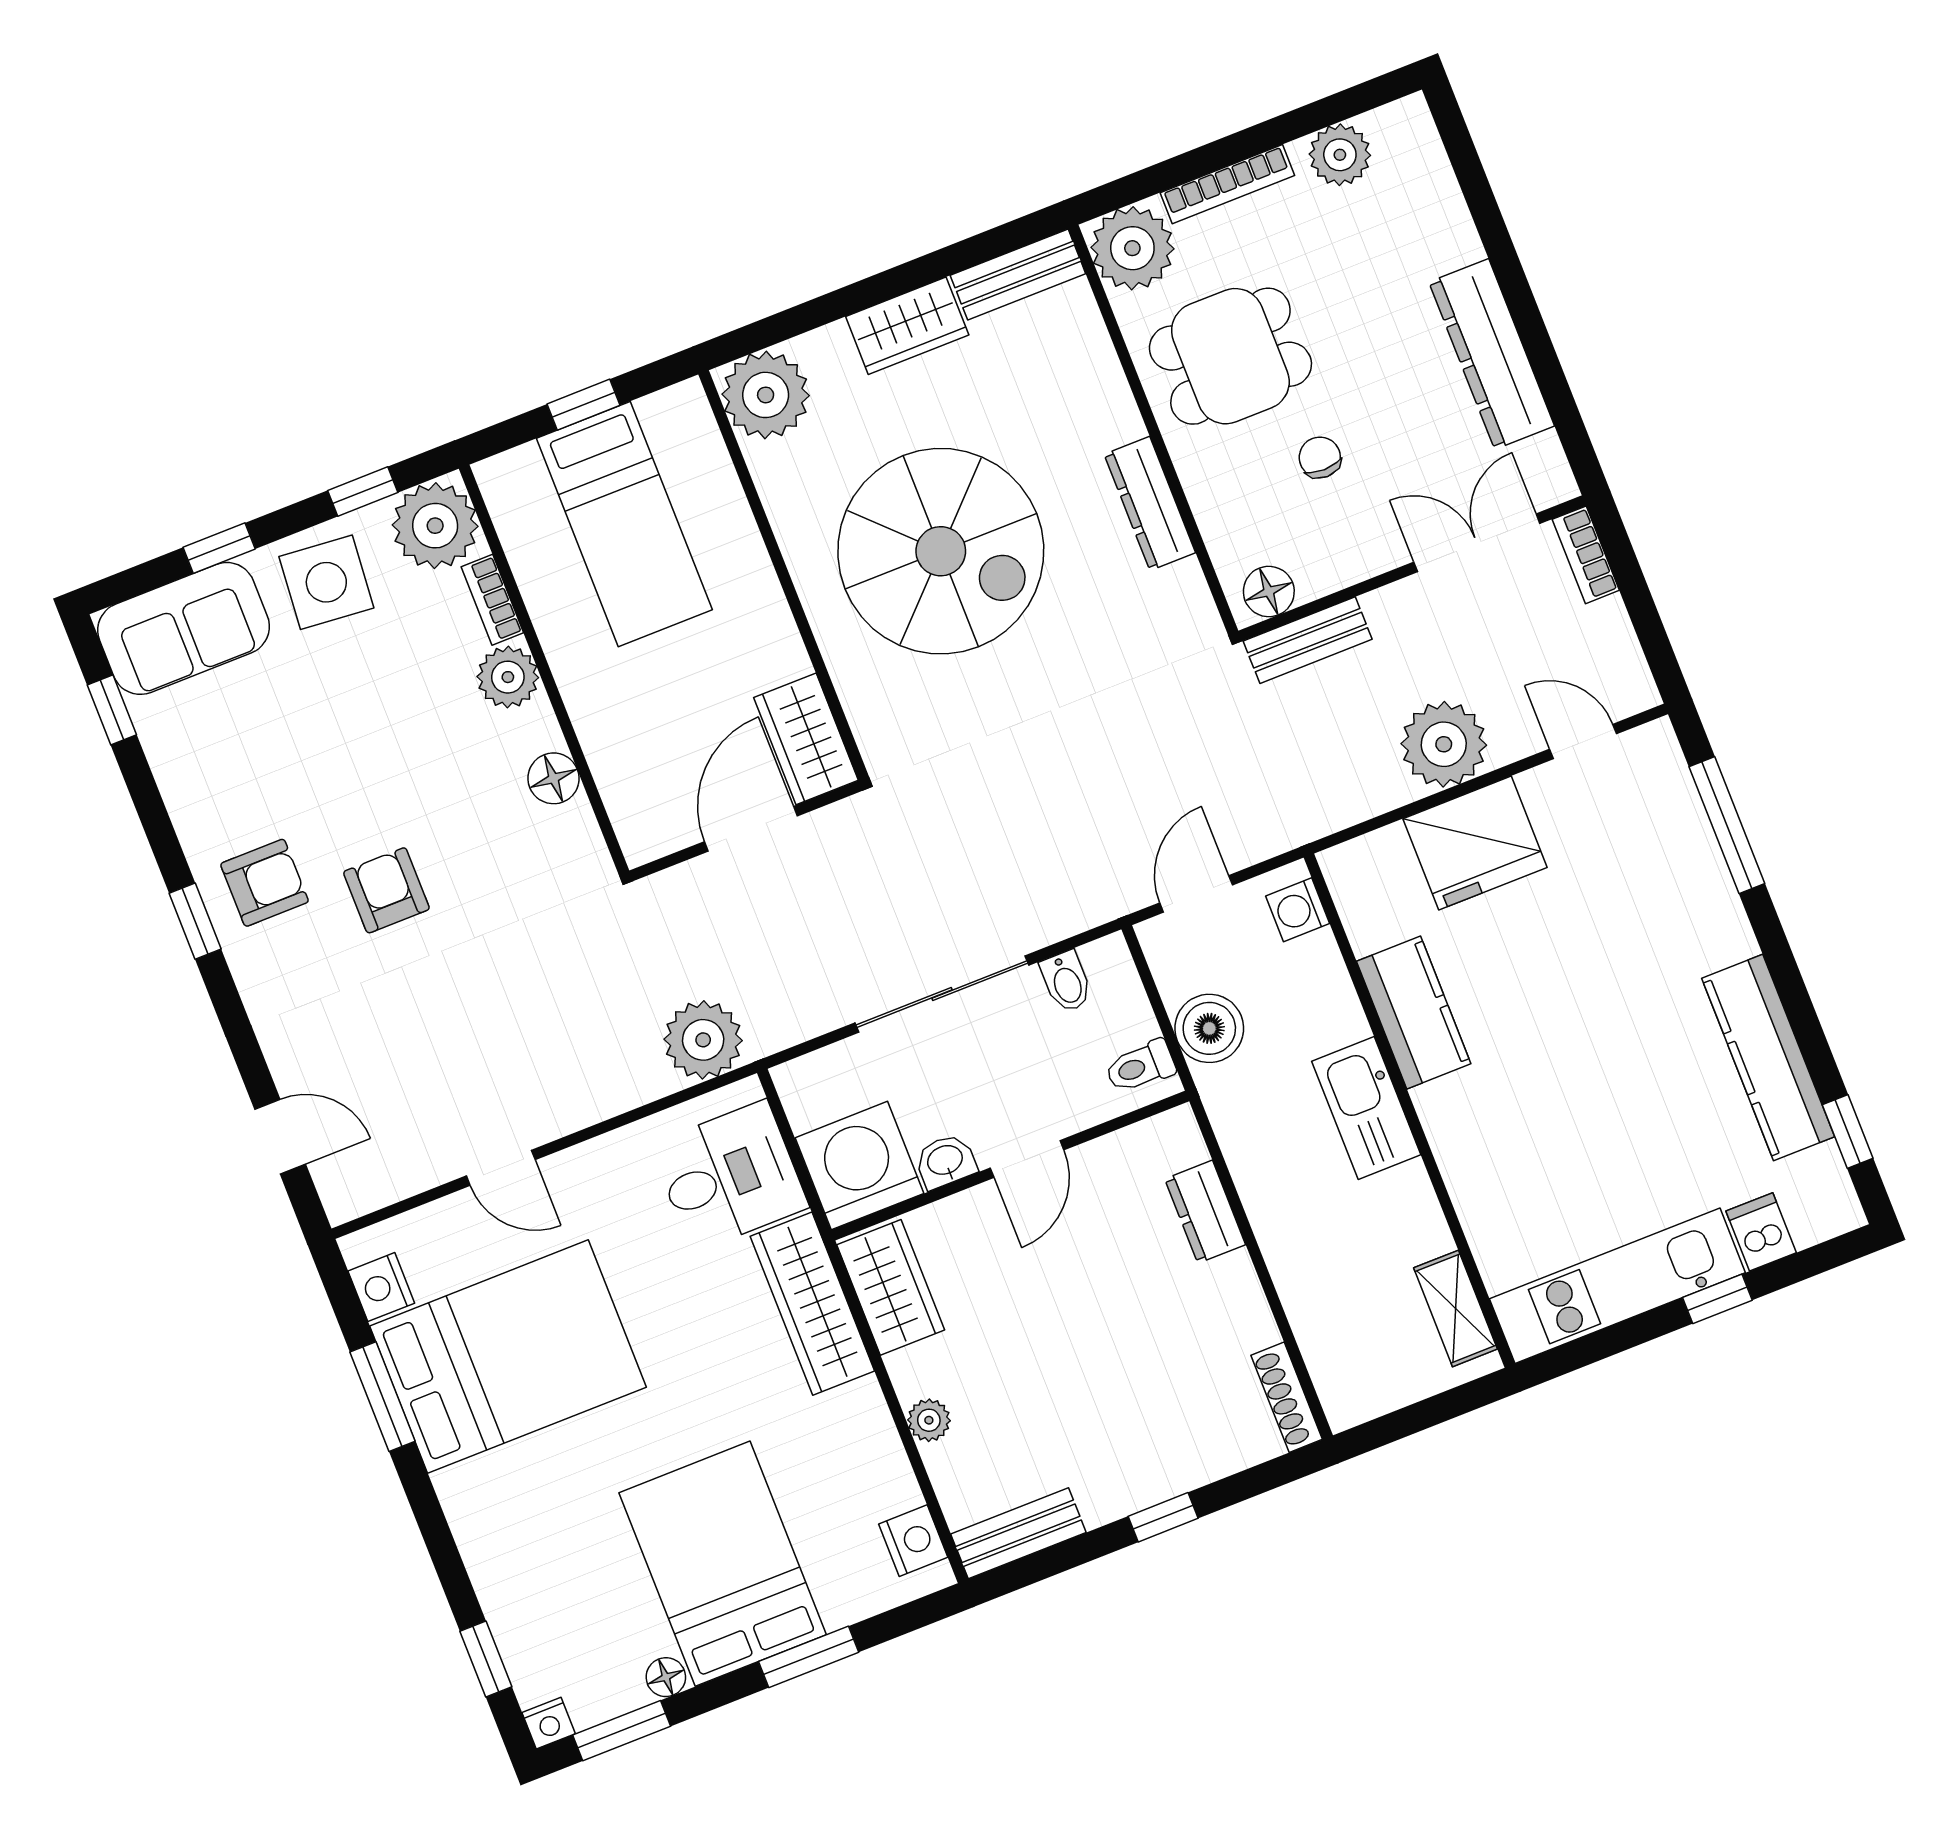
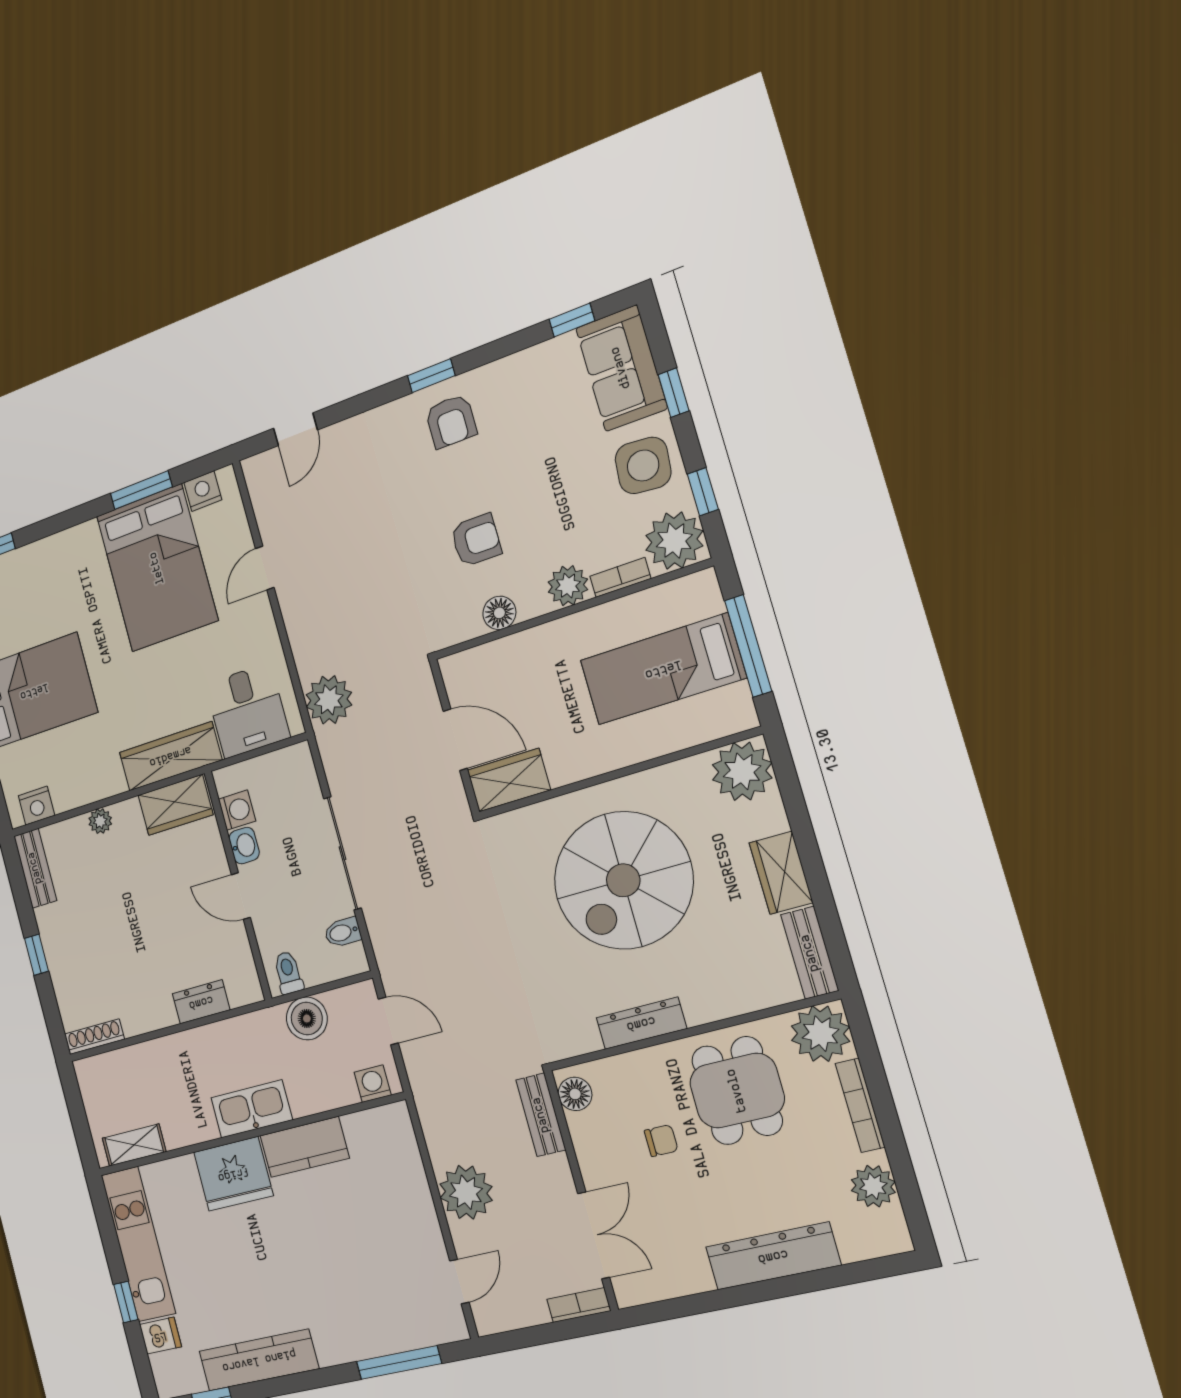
dresser: (1492, 354) -> (773, 1256), moved
window: (583, 405) -> (748, 646), width x2.17
fridge: (1475, 843) -> (233, 1174), moved, turned -90
armchair: (386, 890) -> (476, 540), moved
washing machine: (859, 1166) -> (237, 810), width x0.53, depth x0.53

